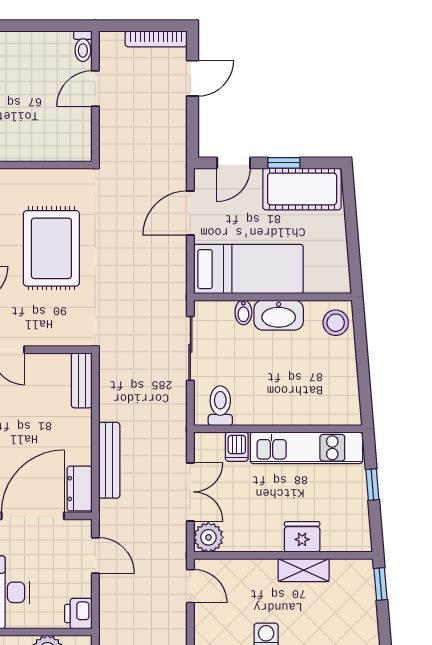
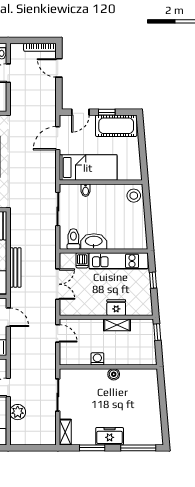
door: (193, 78) -> (59, 68), swing flipped
washbasin: (279, 315) -> (94, 242), moved, turned 180
plant: (208, 537) -> (67, 308), removed

